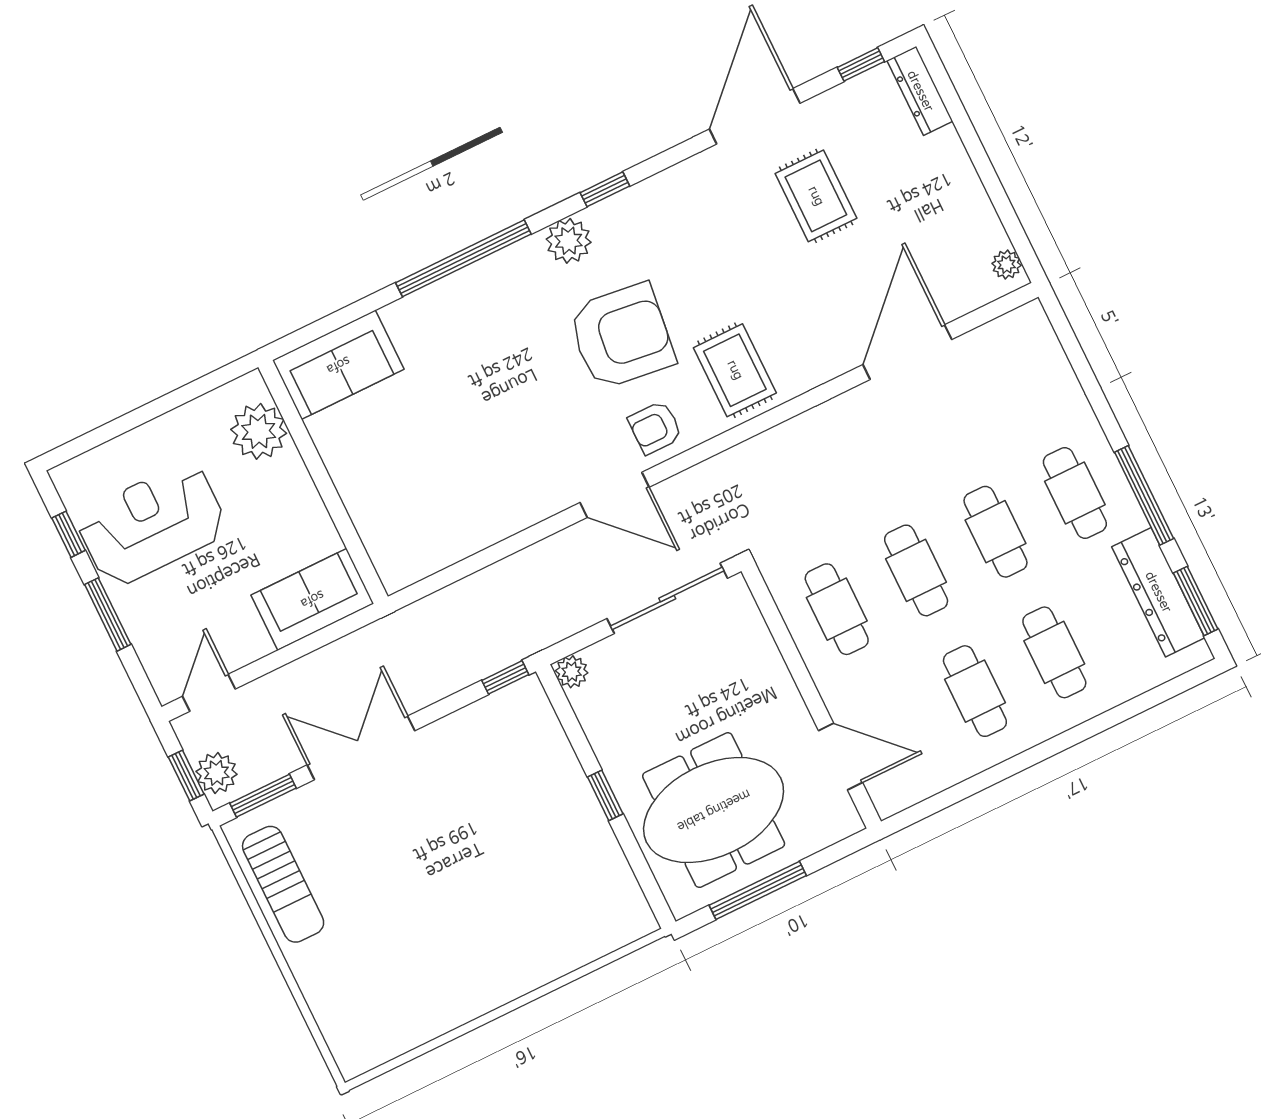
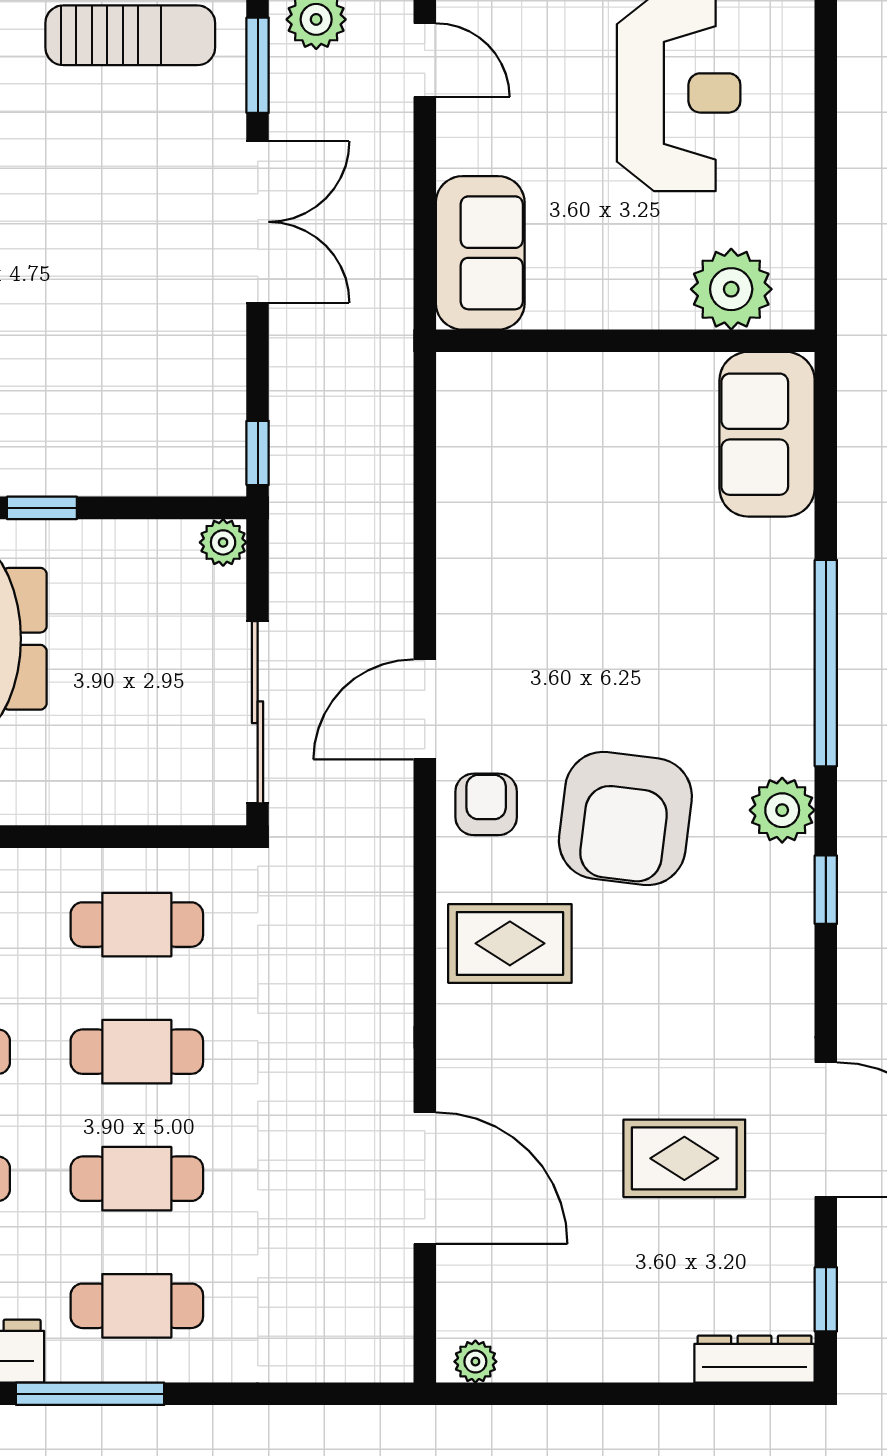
sun lounger: (283, 884) -> (130, 35), turned 180

